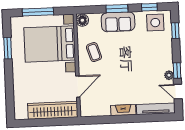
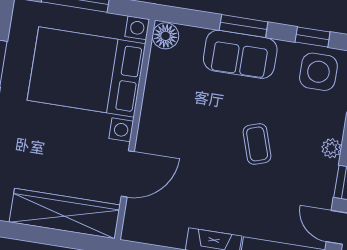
coffee table: (94, 52) -> (257, 144), moved
plant: (169, 75) -> (331, 148), moved

